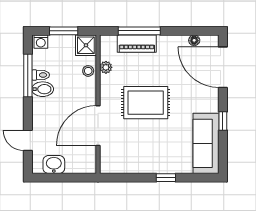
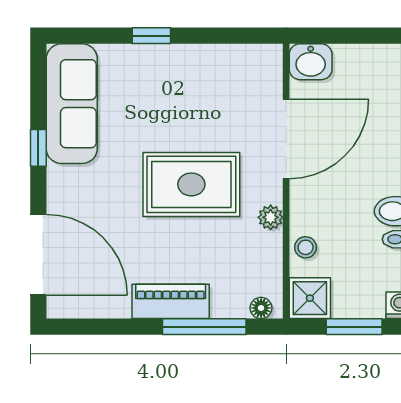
floor lamp: (194, 40) -> (261, 308), moved
piano: (137, 44) -> (171, 301), moved
plant: (106, 67) -> (271, 217), moved
washbasin: (54, 165) -> (311, 62), moved

